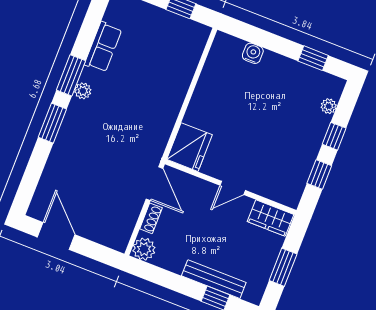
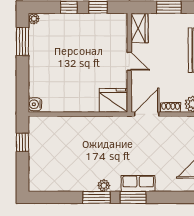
row of seats: (103, 47) -> (138, 183), moved
water cooler: (253, 53) -> (35, 104), moved
window: (313, 58) -> (23, 41), width x1.50
plant: (329, 106) -> (34, 19), moved

